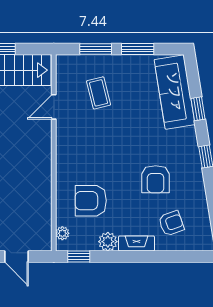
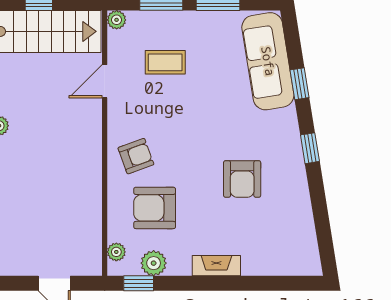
plant: (63, 61) -> (117, 20), added
coffee table: (99, 93) -> (165, 62), turned -76
armchair: (171, 223) -> (136, 156), moved
plant: (108, 242) -> (154, 263), moved

